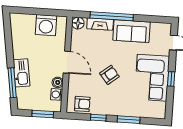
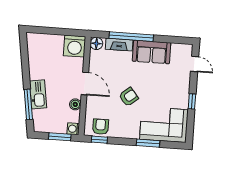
washing machine: (46, 25) -> (75, 46), moved
corner sofa: (152, 78) -> (164, 125), moved, turned 90
washing machine: (57, 94) -> (73, 129), moved
armchair: (82, 104) -> (101, 127), turned -90
window: (98, 118) -> (99, 140), moved

